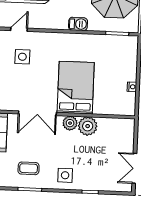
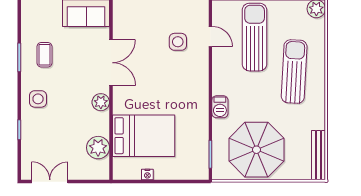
bed: (76, 88) -> (144, 136), moved
double door: (37, 113) -> (111, 63), swing flipped
plant: (88, 126) -> (98, 148), moved

